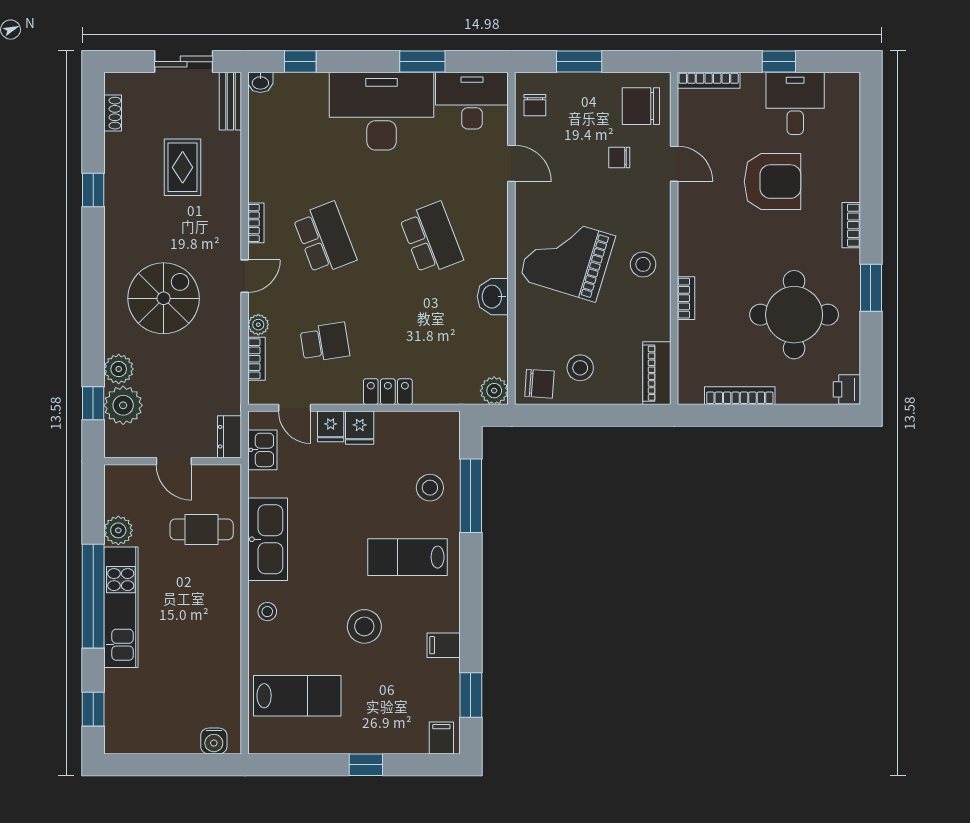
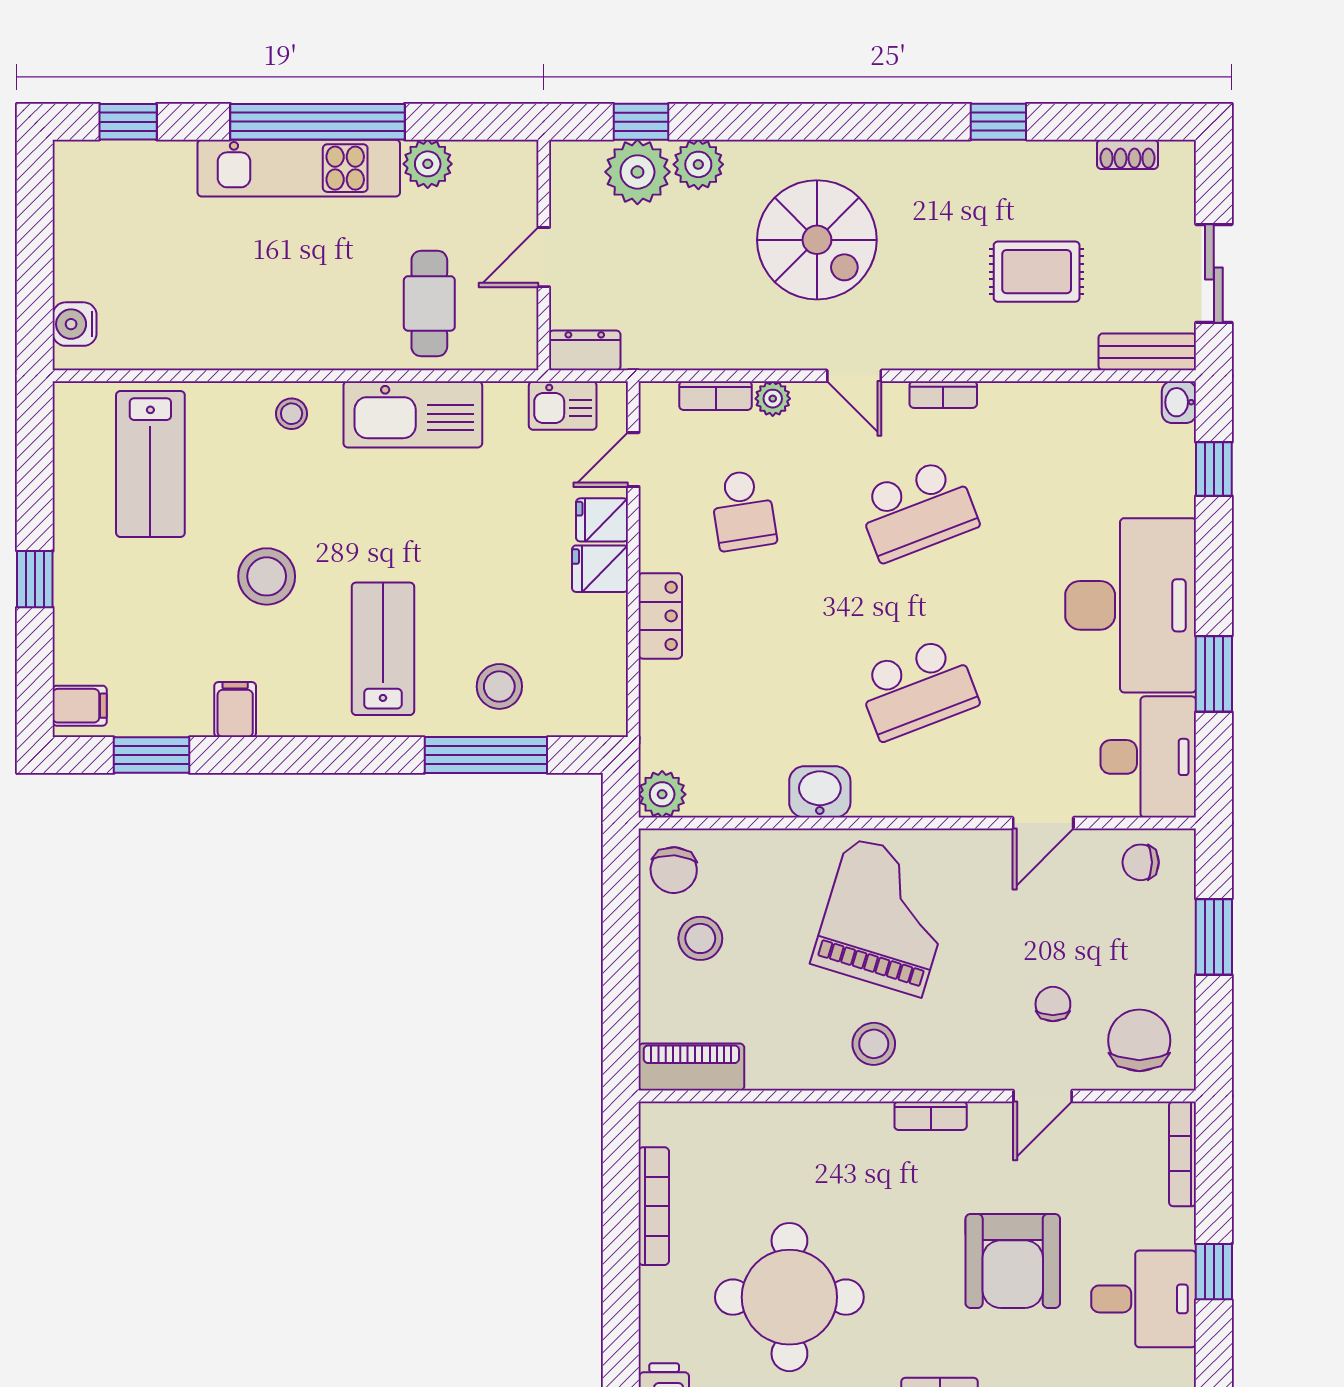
bookcase: (686, 298) -> (931, 1116), moved

